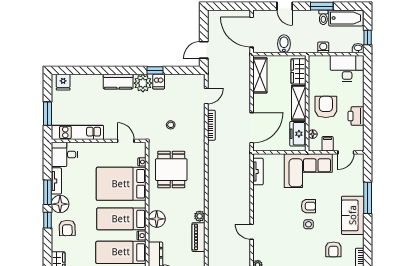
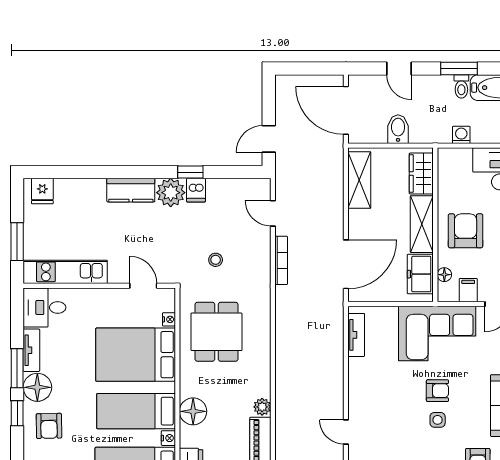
door: (206, 96) -> (273, 213), swing flipped

